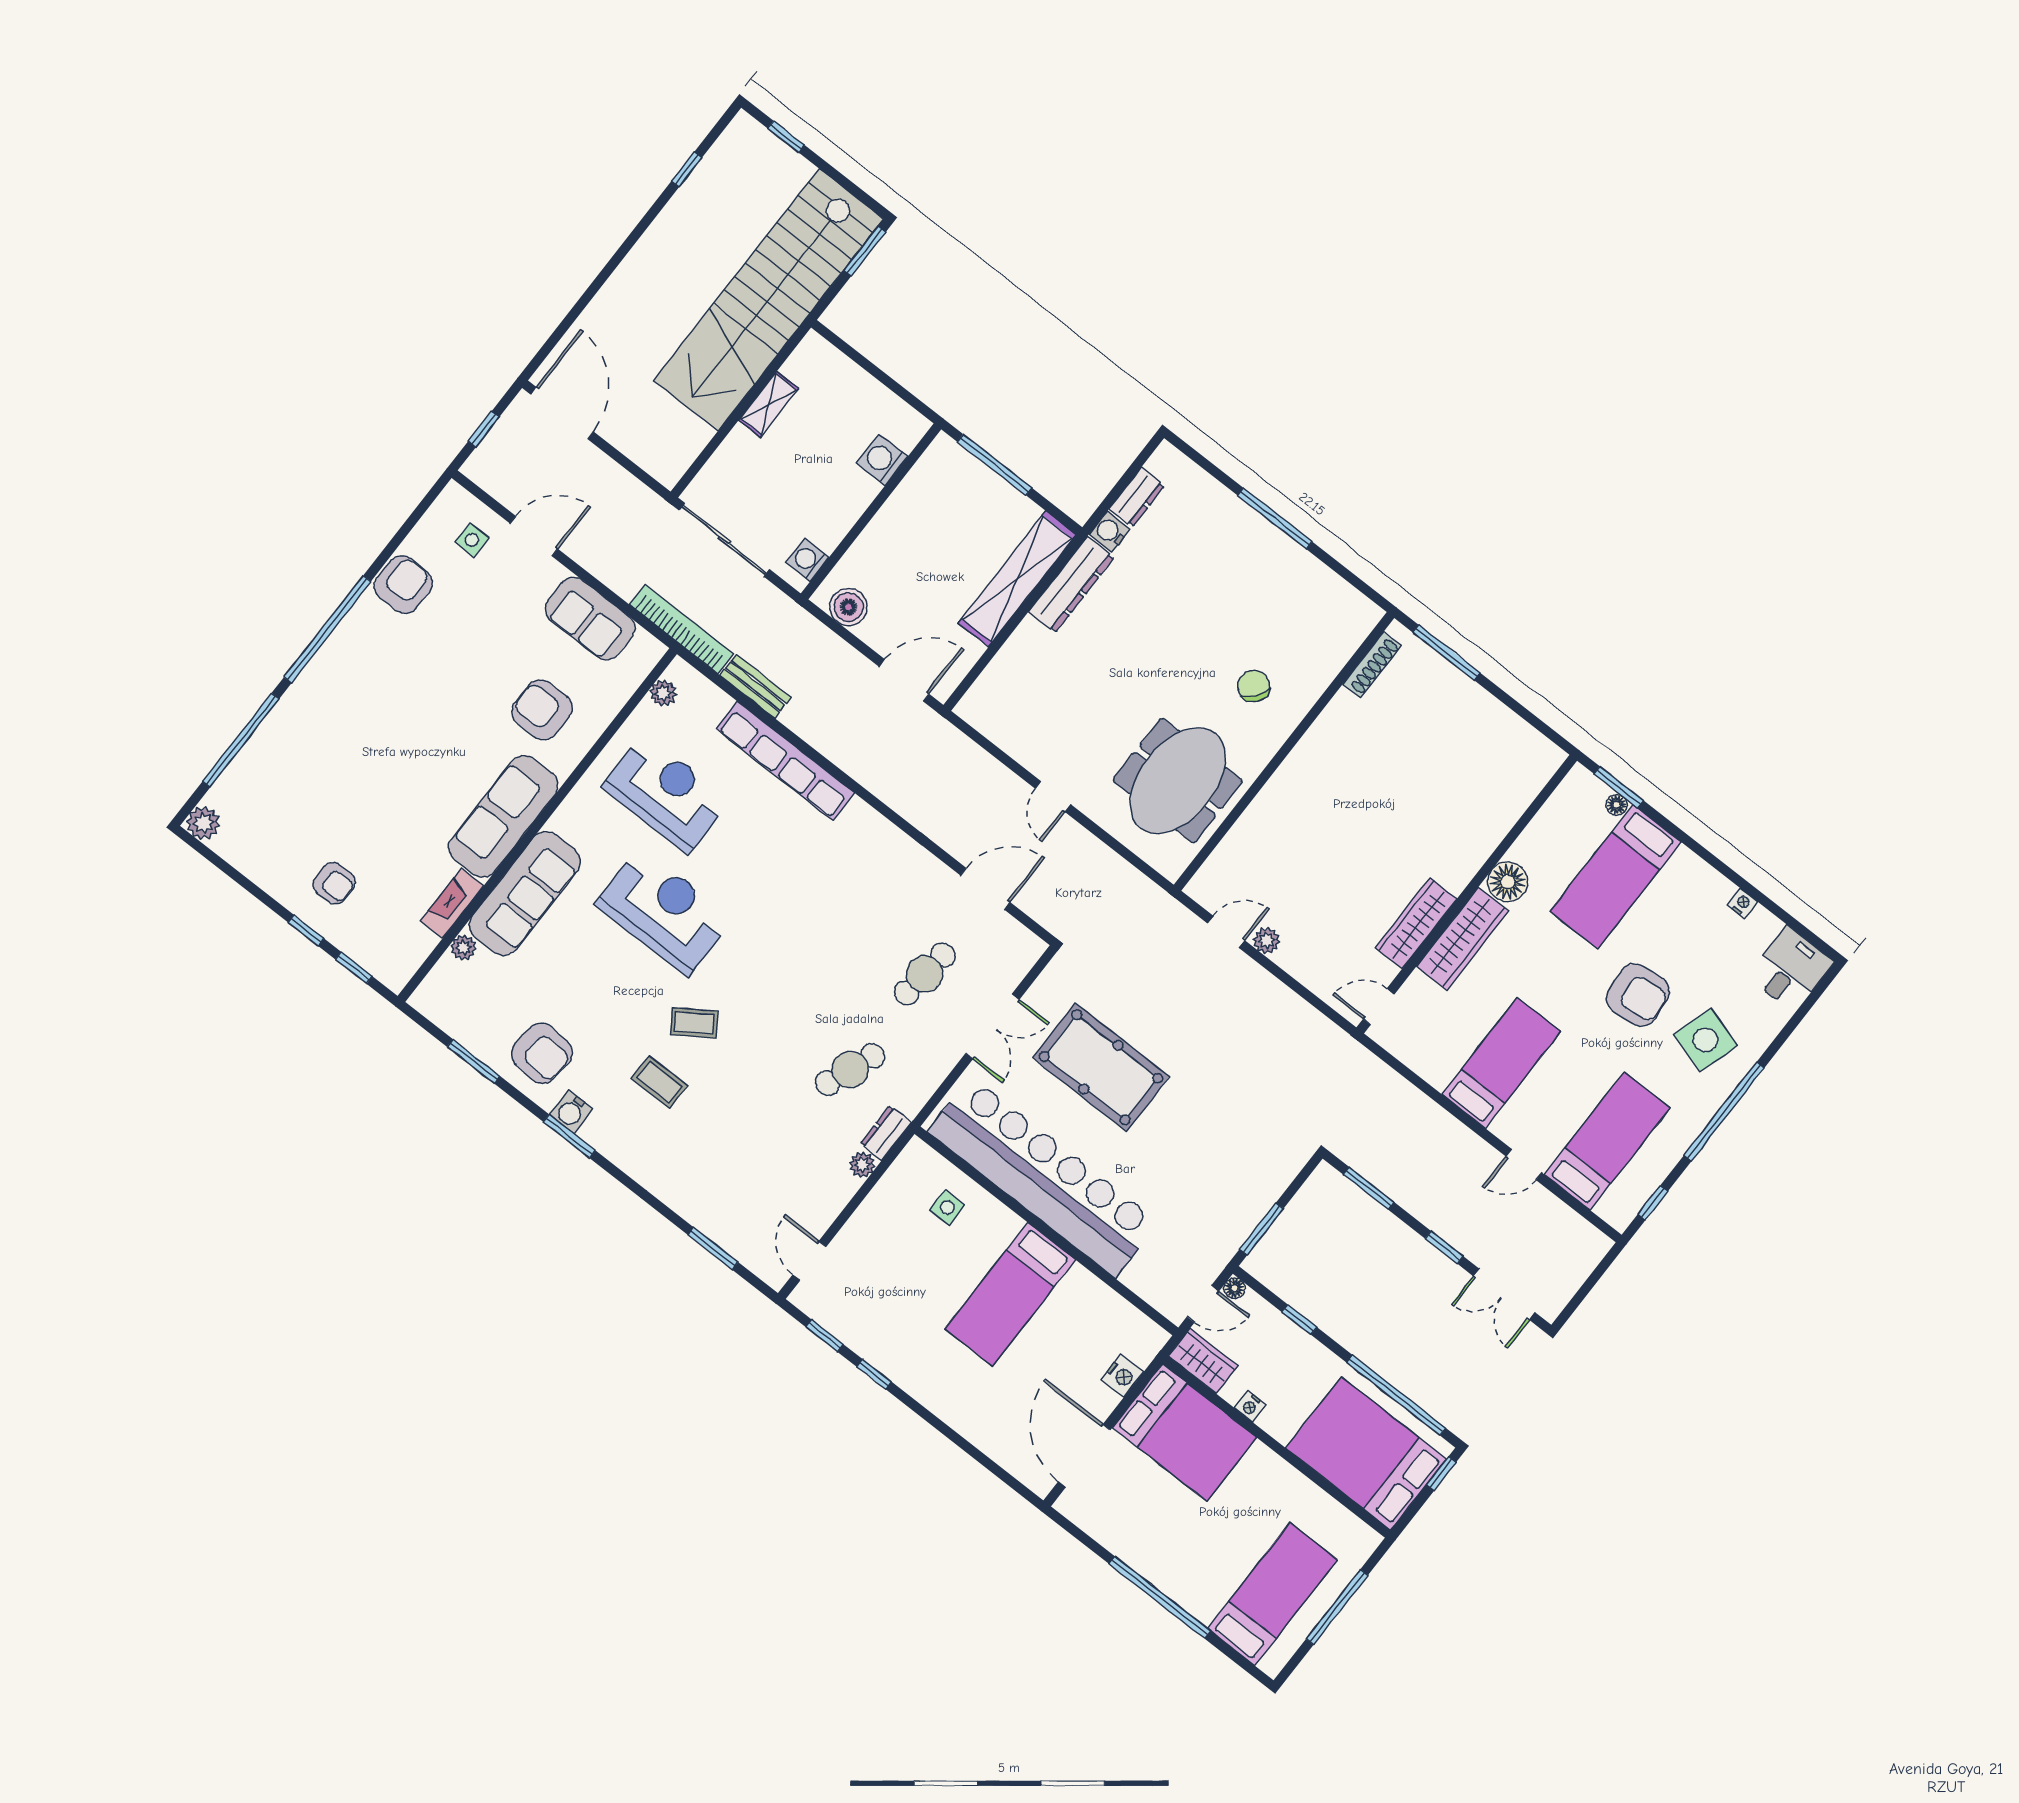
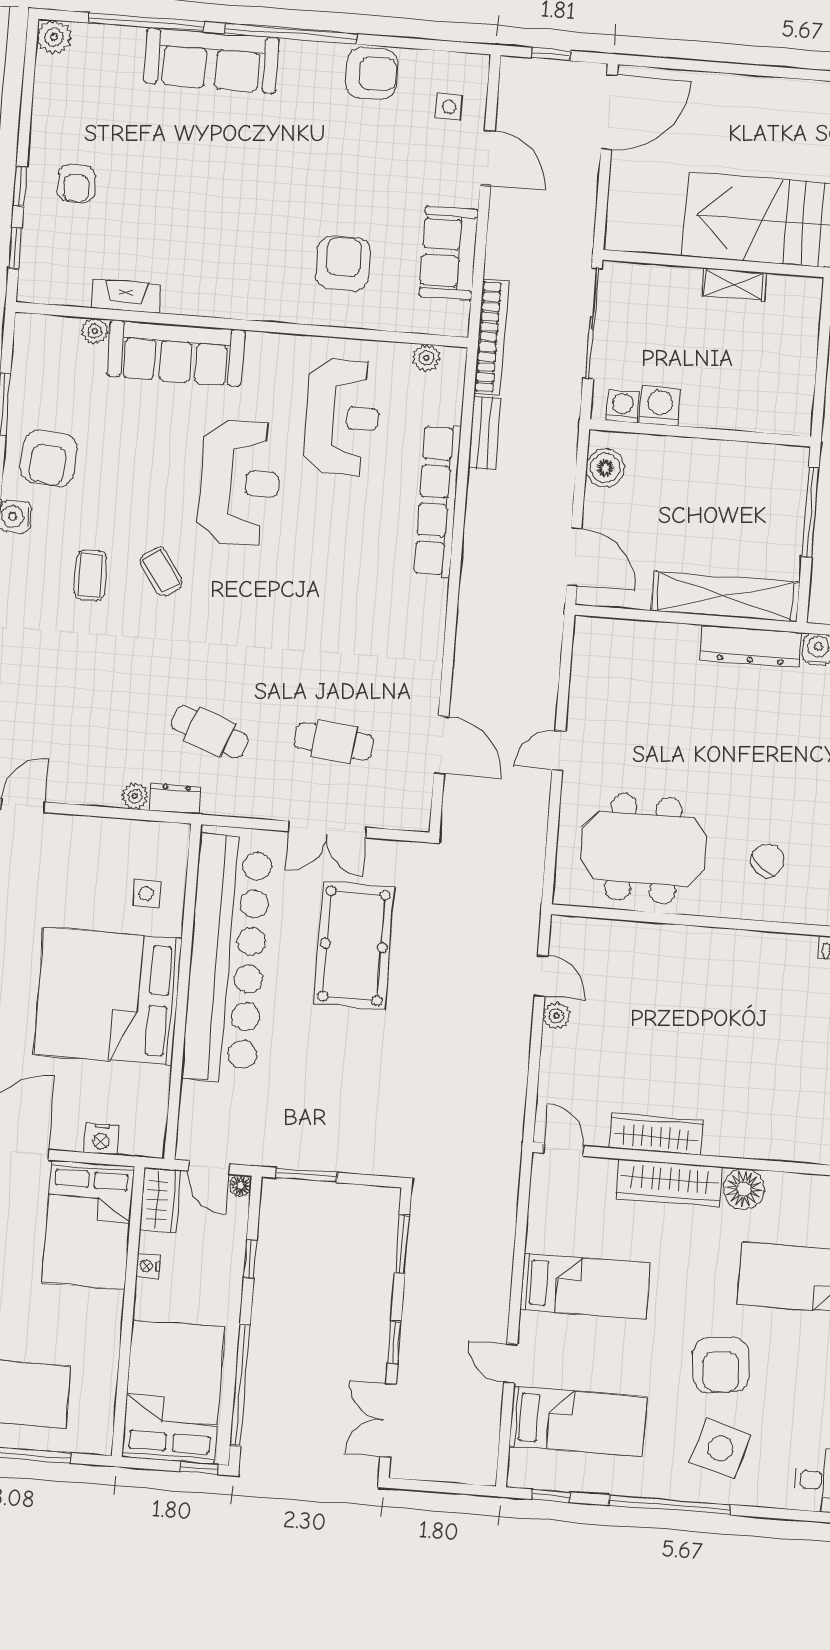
washing machine: (882, 460) -> (660, 406), moved
sofa: (503, 816) -> (211, 61), moved, turned 180
bed: (1010, 1294) -> (108, 997), width x2.04

